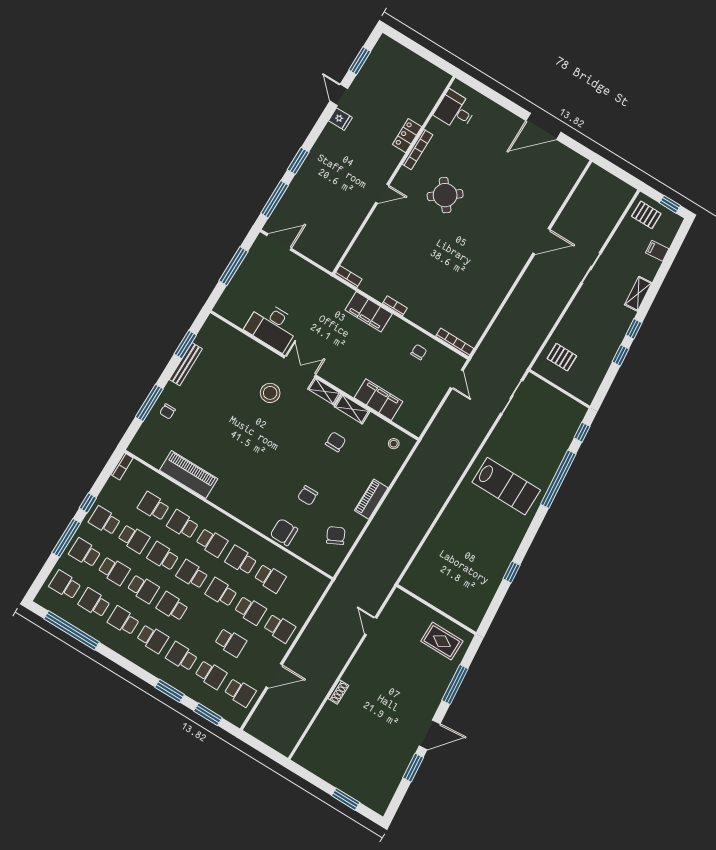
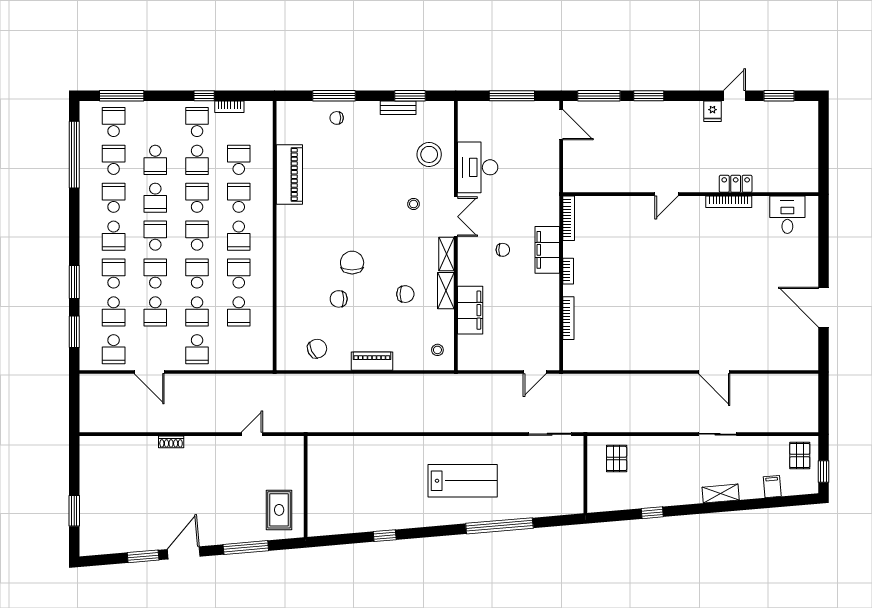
door: (382, 194) -> (667, 194), hinge flipped
round table: (445, 195) -> (702, 254), removed
bookcase: (348, 277) -> (569, 218), width x1.56
window: (634, 329) -> (685, 510), removed
bookcase: (455, 342) -> (568, 318), moved
chair: (419, 352) -> (503, 250), moved
stool: (239, 357) -> (429, 154), added
bench: (186, 364) -> (398, 108), width x0.73
stool: (270, 393) -> (414, 204), width x0.53, depth x0.53
window: (582, 432) -> (557, 521), removed
bookcase: (122, 466) -> (229, 107), moved
lab bench: (506, 486) -> (463, 481), turned -90
chair: (284, 532) -> (352, 263), moved
window: (66, 538) -> (122, 96), moved
school desk: (85, 553) -> (155, 274), moved
door: (430, 735) -> (184, 553), swing flipped

